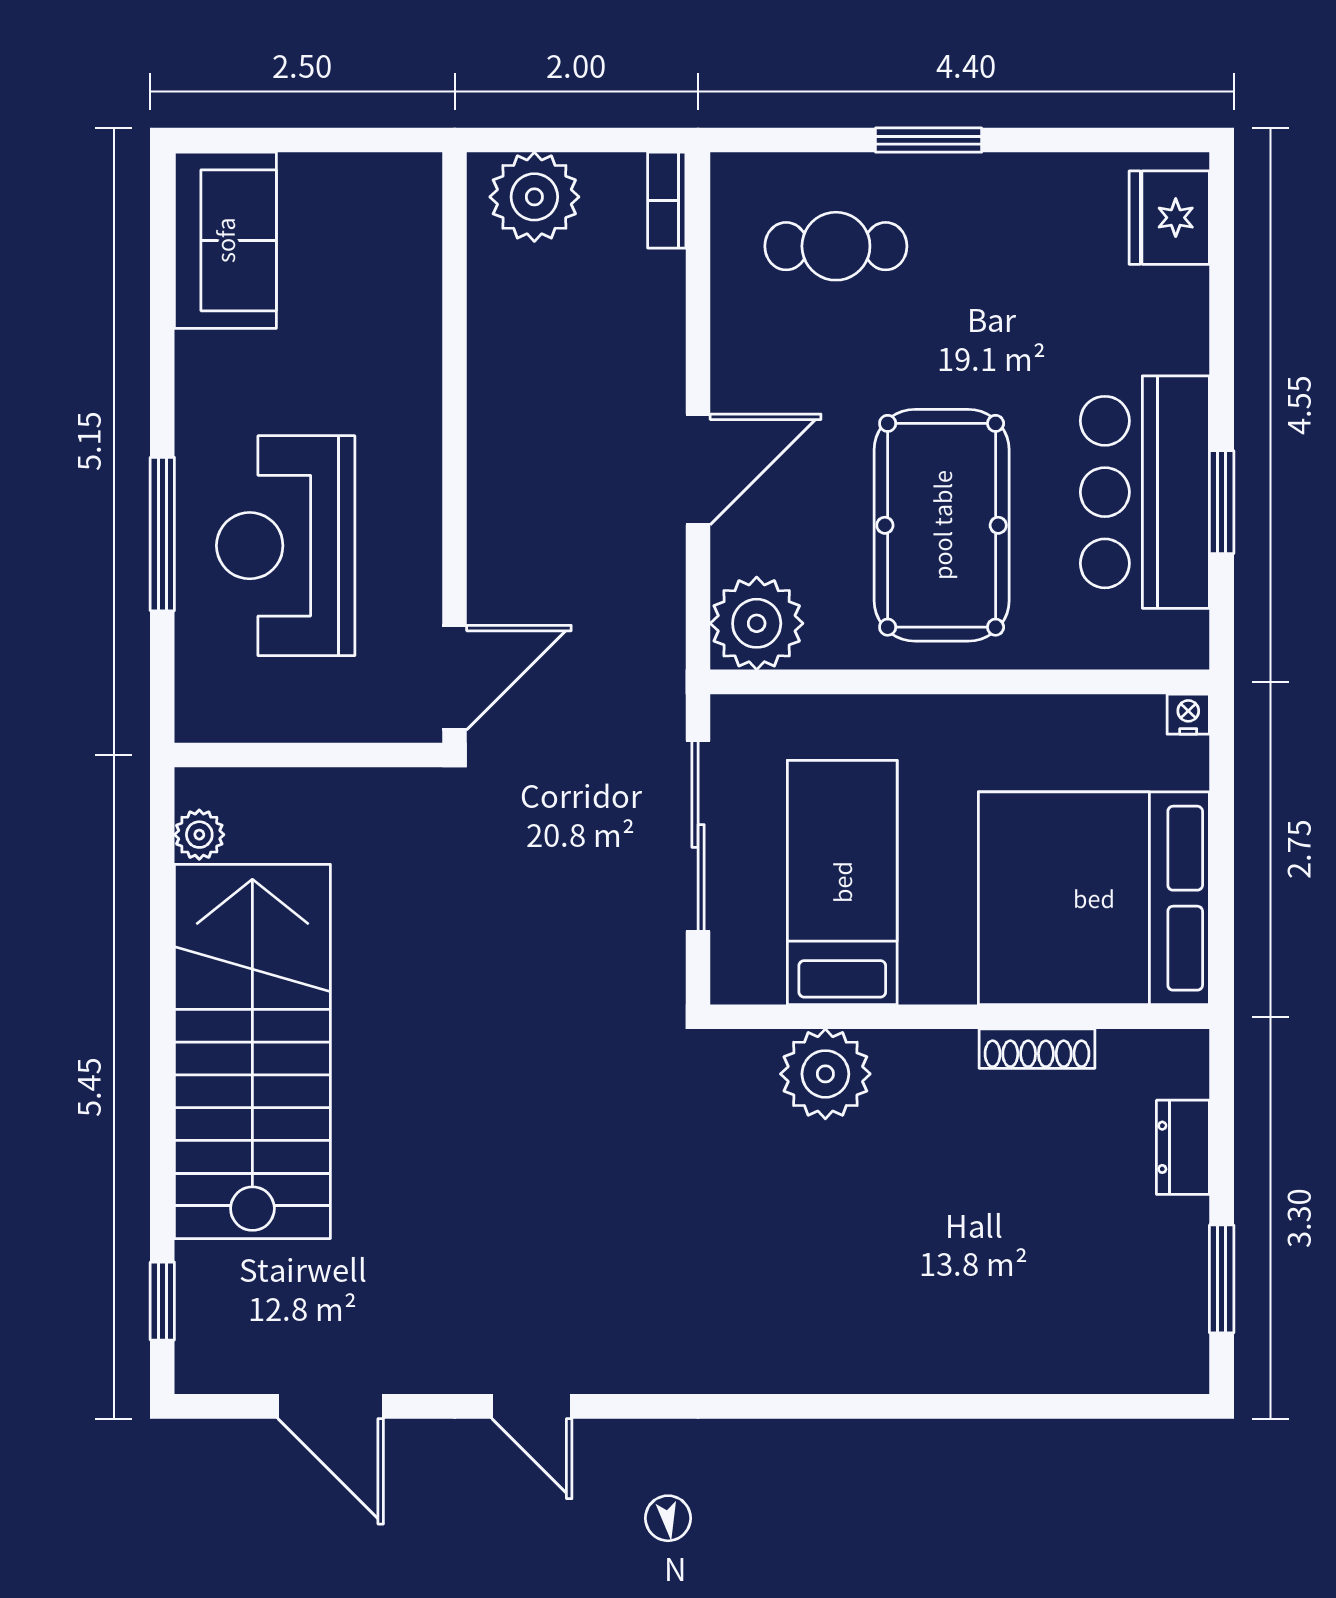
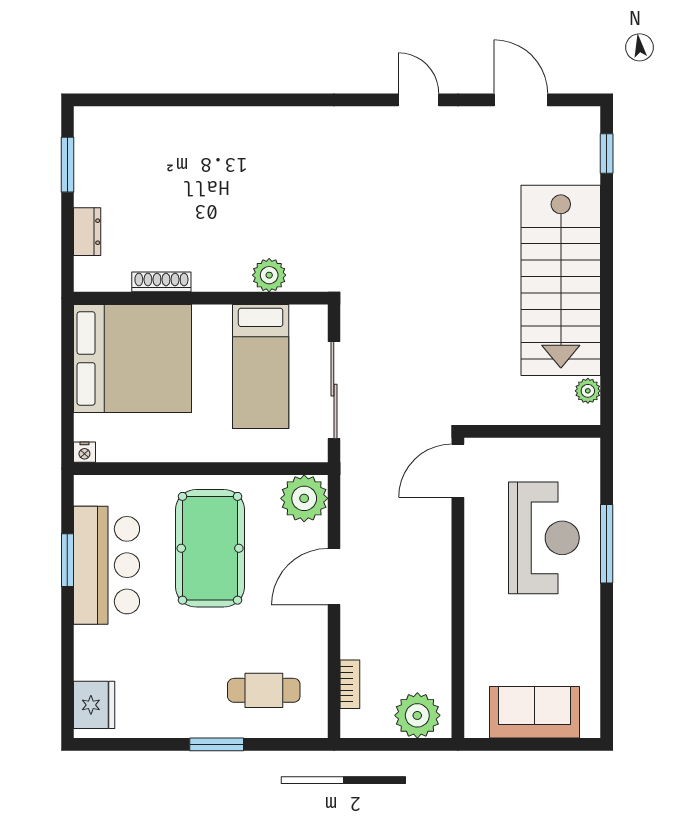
bookcase: (667, 200) -> (350, 684), moved
sofa: (225, 240) -> (535, 712), moved, turned 90
plant: (825, 1074) -> (269, 275), width x0.73, depth x0.73

